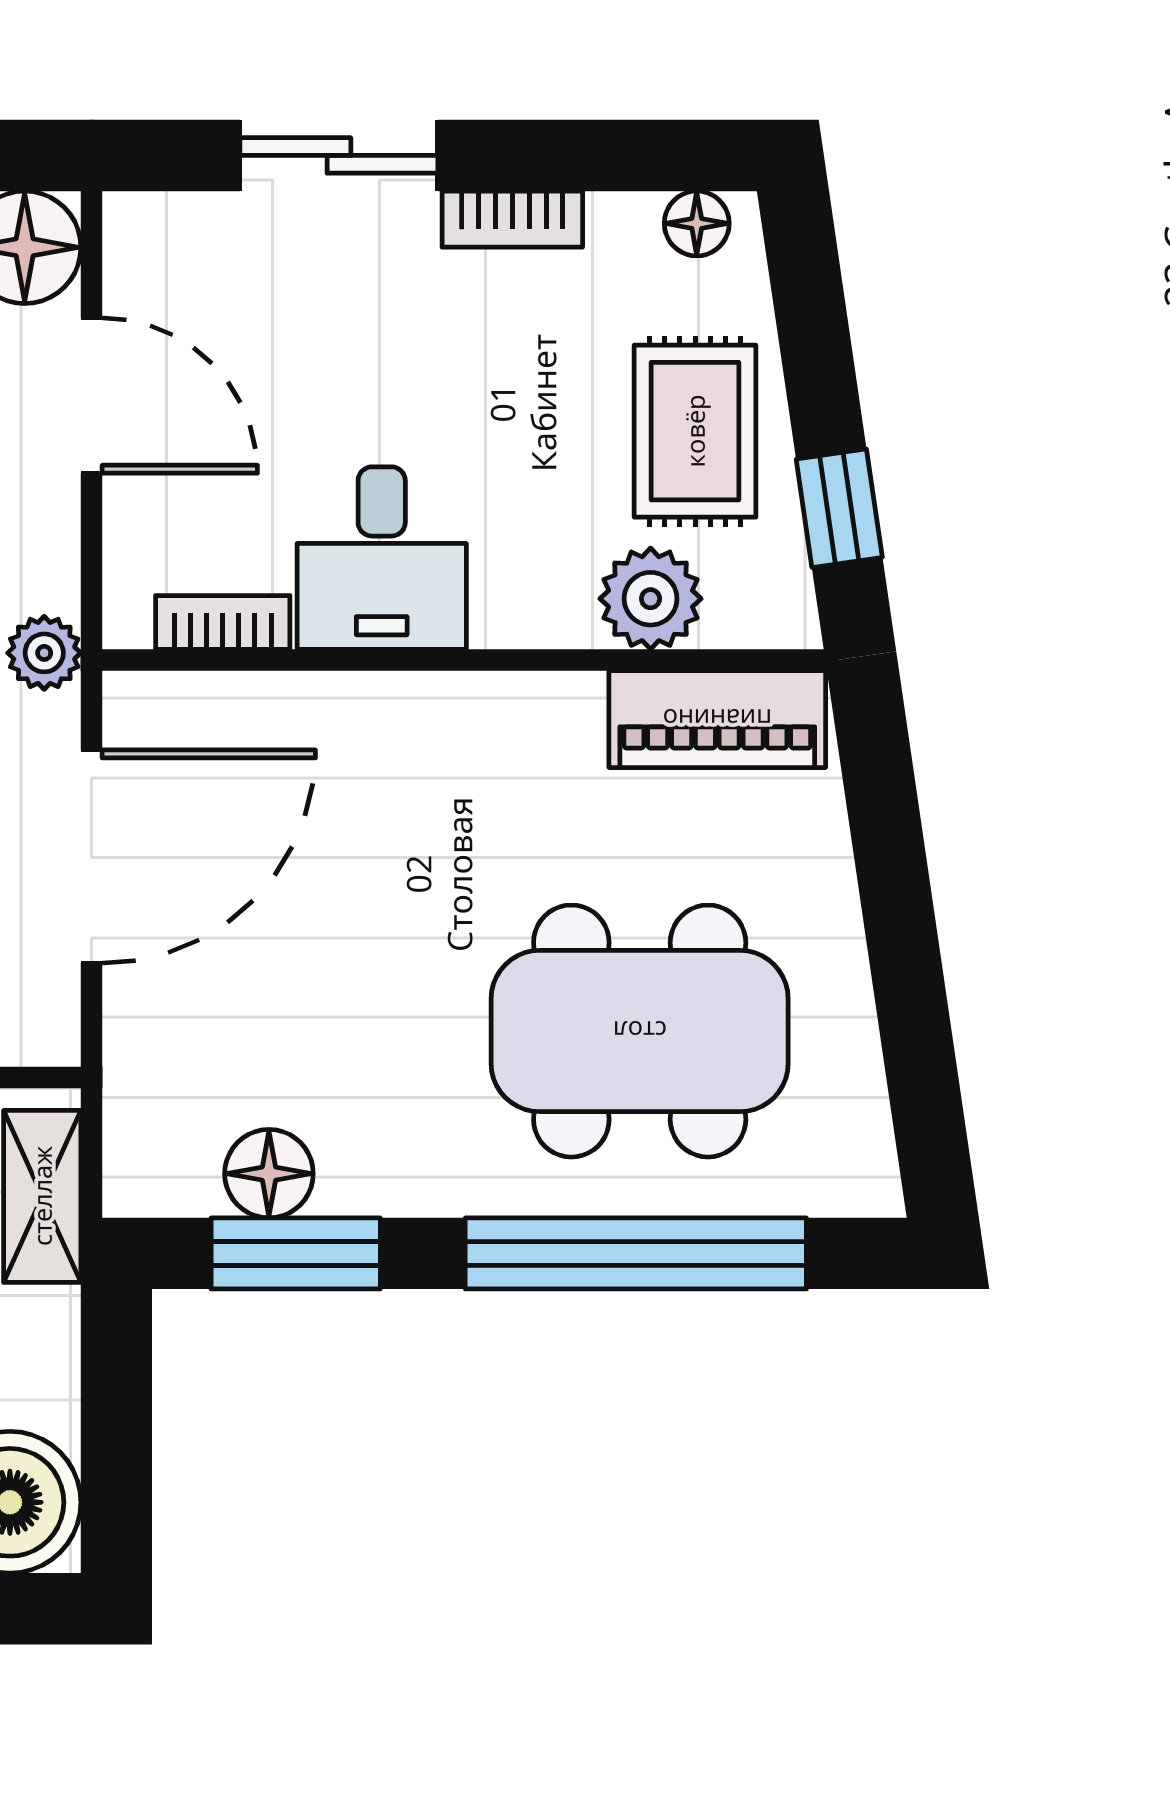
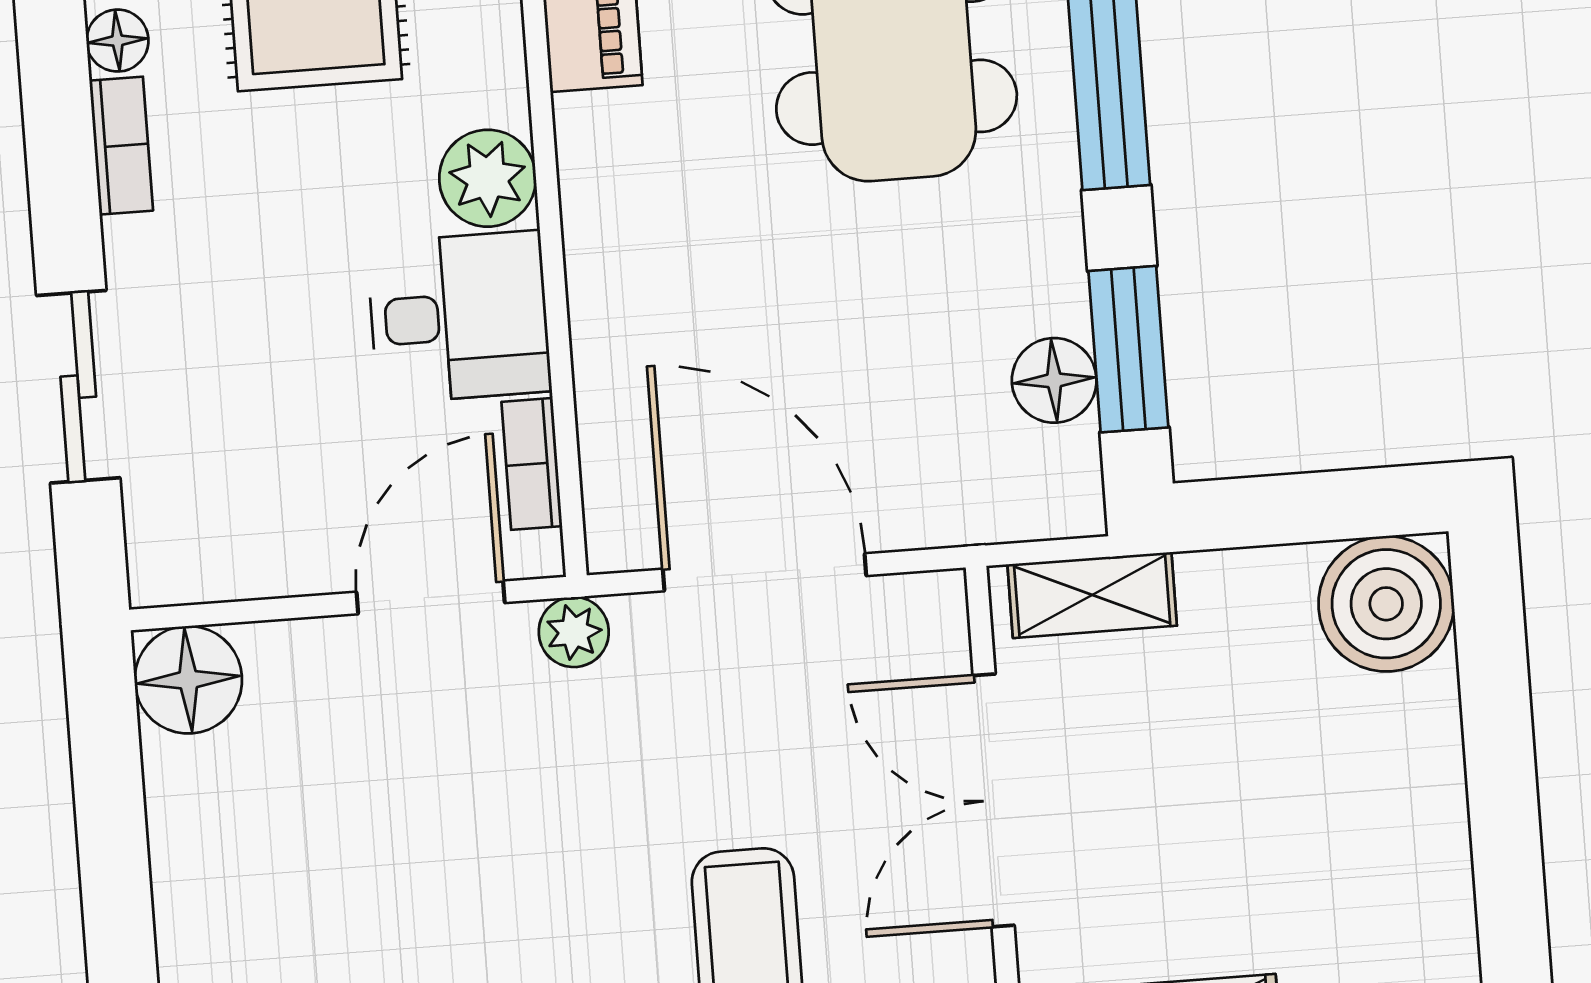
bookcase: (512, 219) -> (121, 146), moved
door: (92, 396) -> (431, 597), moved
plant: (651, 599) -> (488, 178), moved

